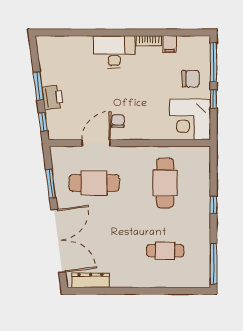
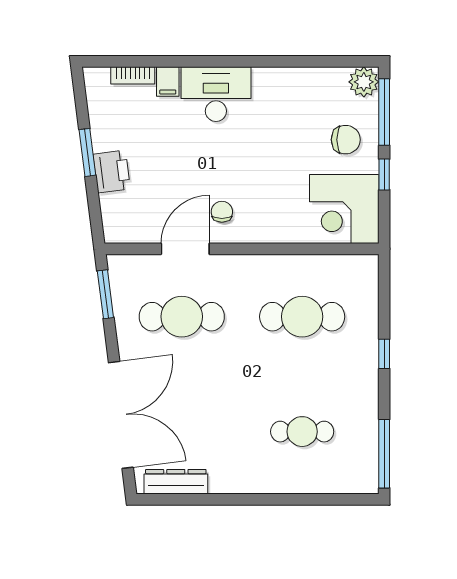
bookcase: (149, 41) -> (133, 75), moved
filing cabinet: (170, 44) -> (168, 82), moved
plant: (201, 45) -> (364, 82), added
window: (43, 122) -> (95, 213), removed
cafe table: (165, 183) -> (302, 317), turned 90
window: (51, 184) -> (105, 294), moved

